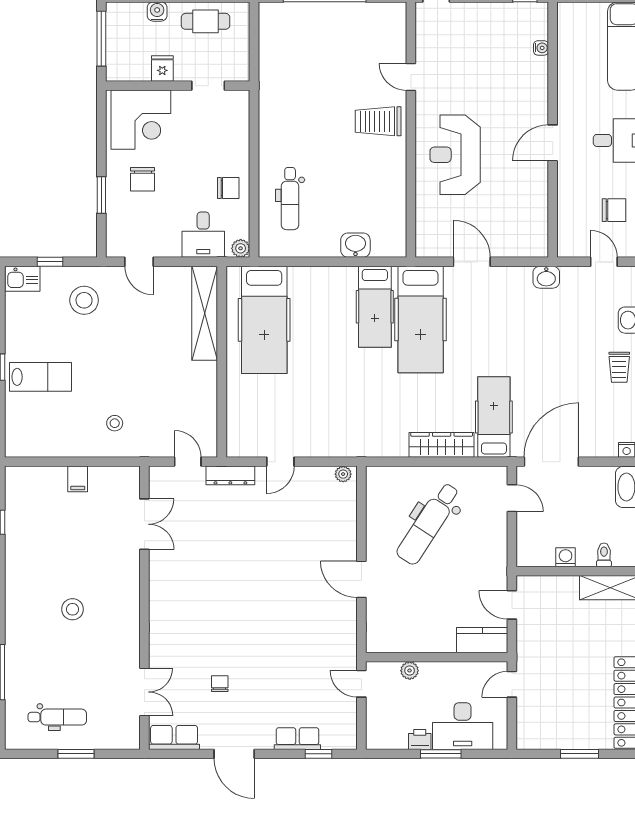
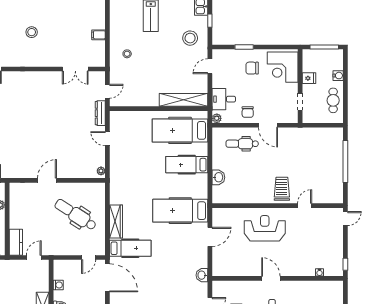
door: (254, 148) -> (268, 125), added
hospital bed: (375, 307) -> (187, 165), moved

